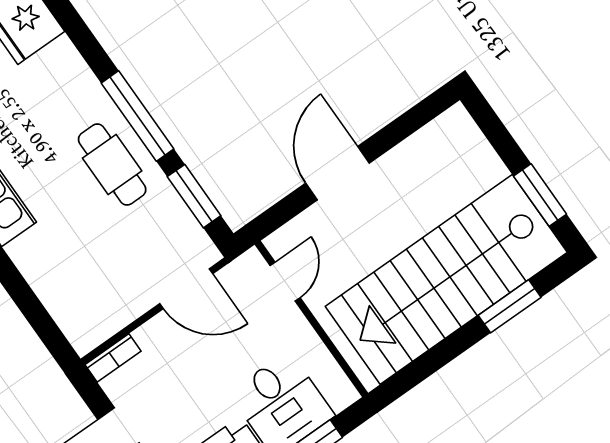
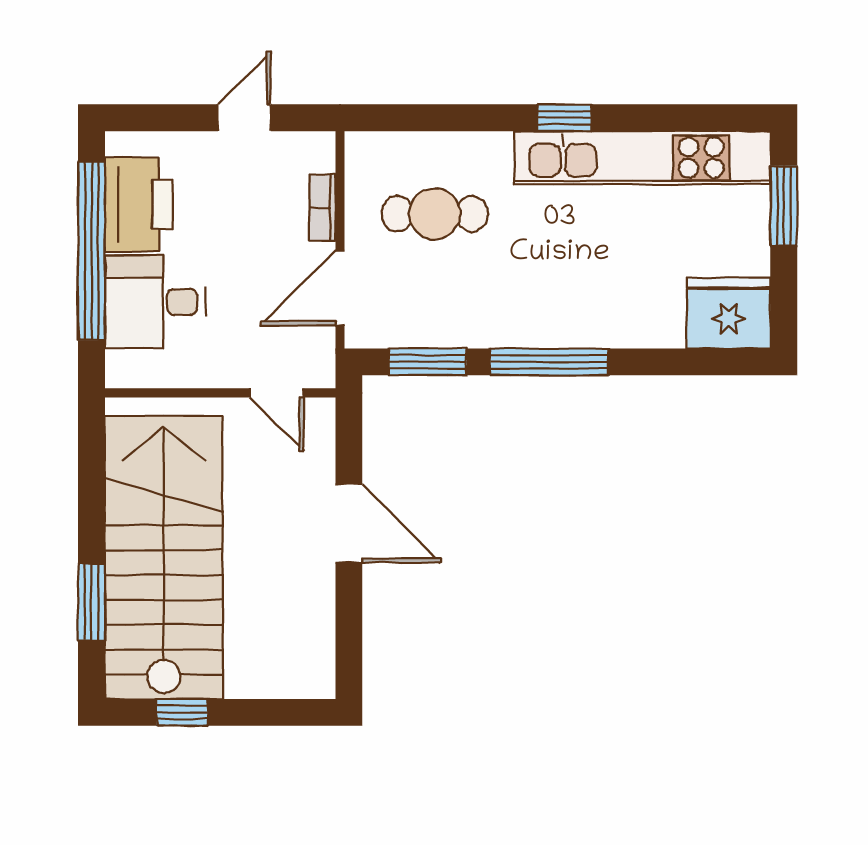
cafe table: (112, 165) -> (435, 214), moved
window: (540, 195) -> (182, 712), width x0.67
bookcase: (113, 358) -> (322, 208), moved

